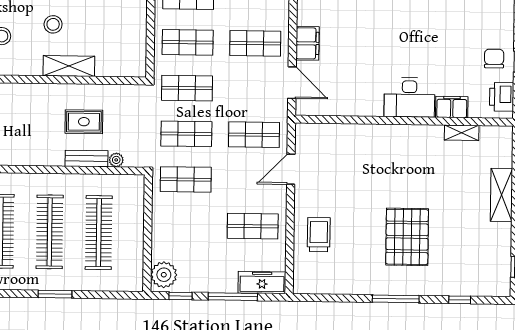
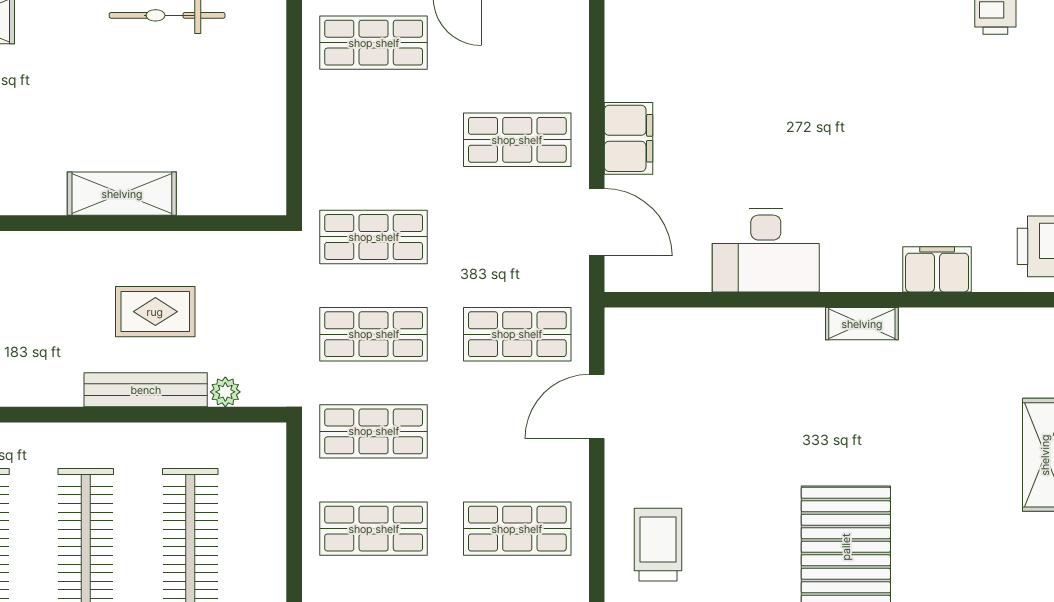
stool: (53, 24) -> (87, 106), removed
shop shelf: (188, 42) -> (374, 529), moved
chair: (494, 59) -> (1026, 165), removed
desk: (409, 97) -> (766, 250), moved
shelving: (462, 133) -> (862, 324), moved
bench: (87, 159) -> (146, 390), width x1.36

